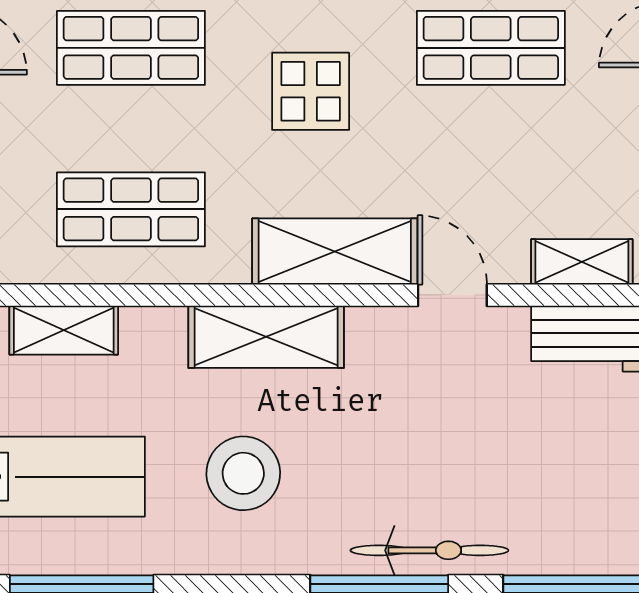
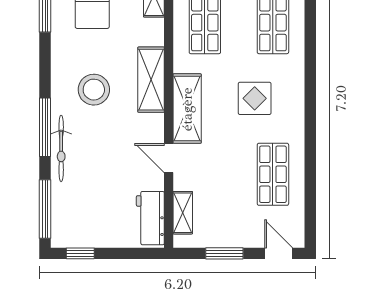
door: (452, 295) -> (169, 158), swing flipped
stool: (243, 473) -> (94, 90), moved

